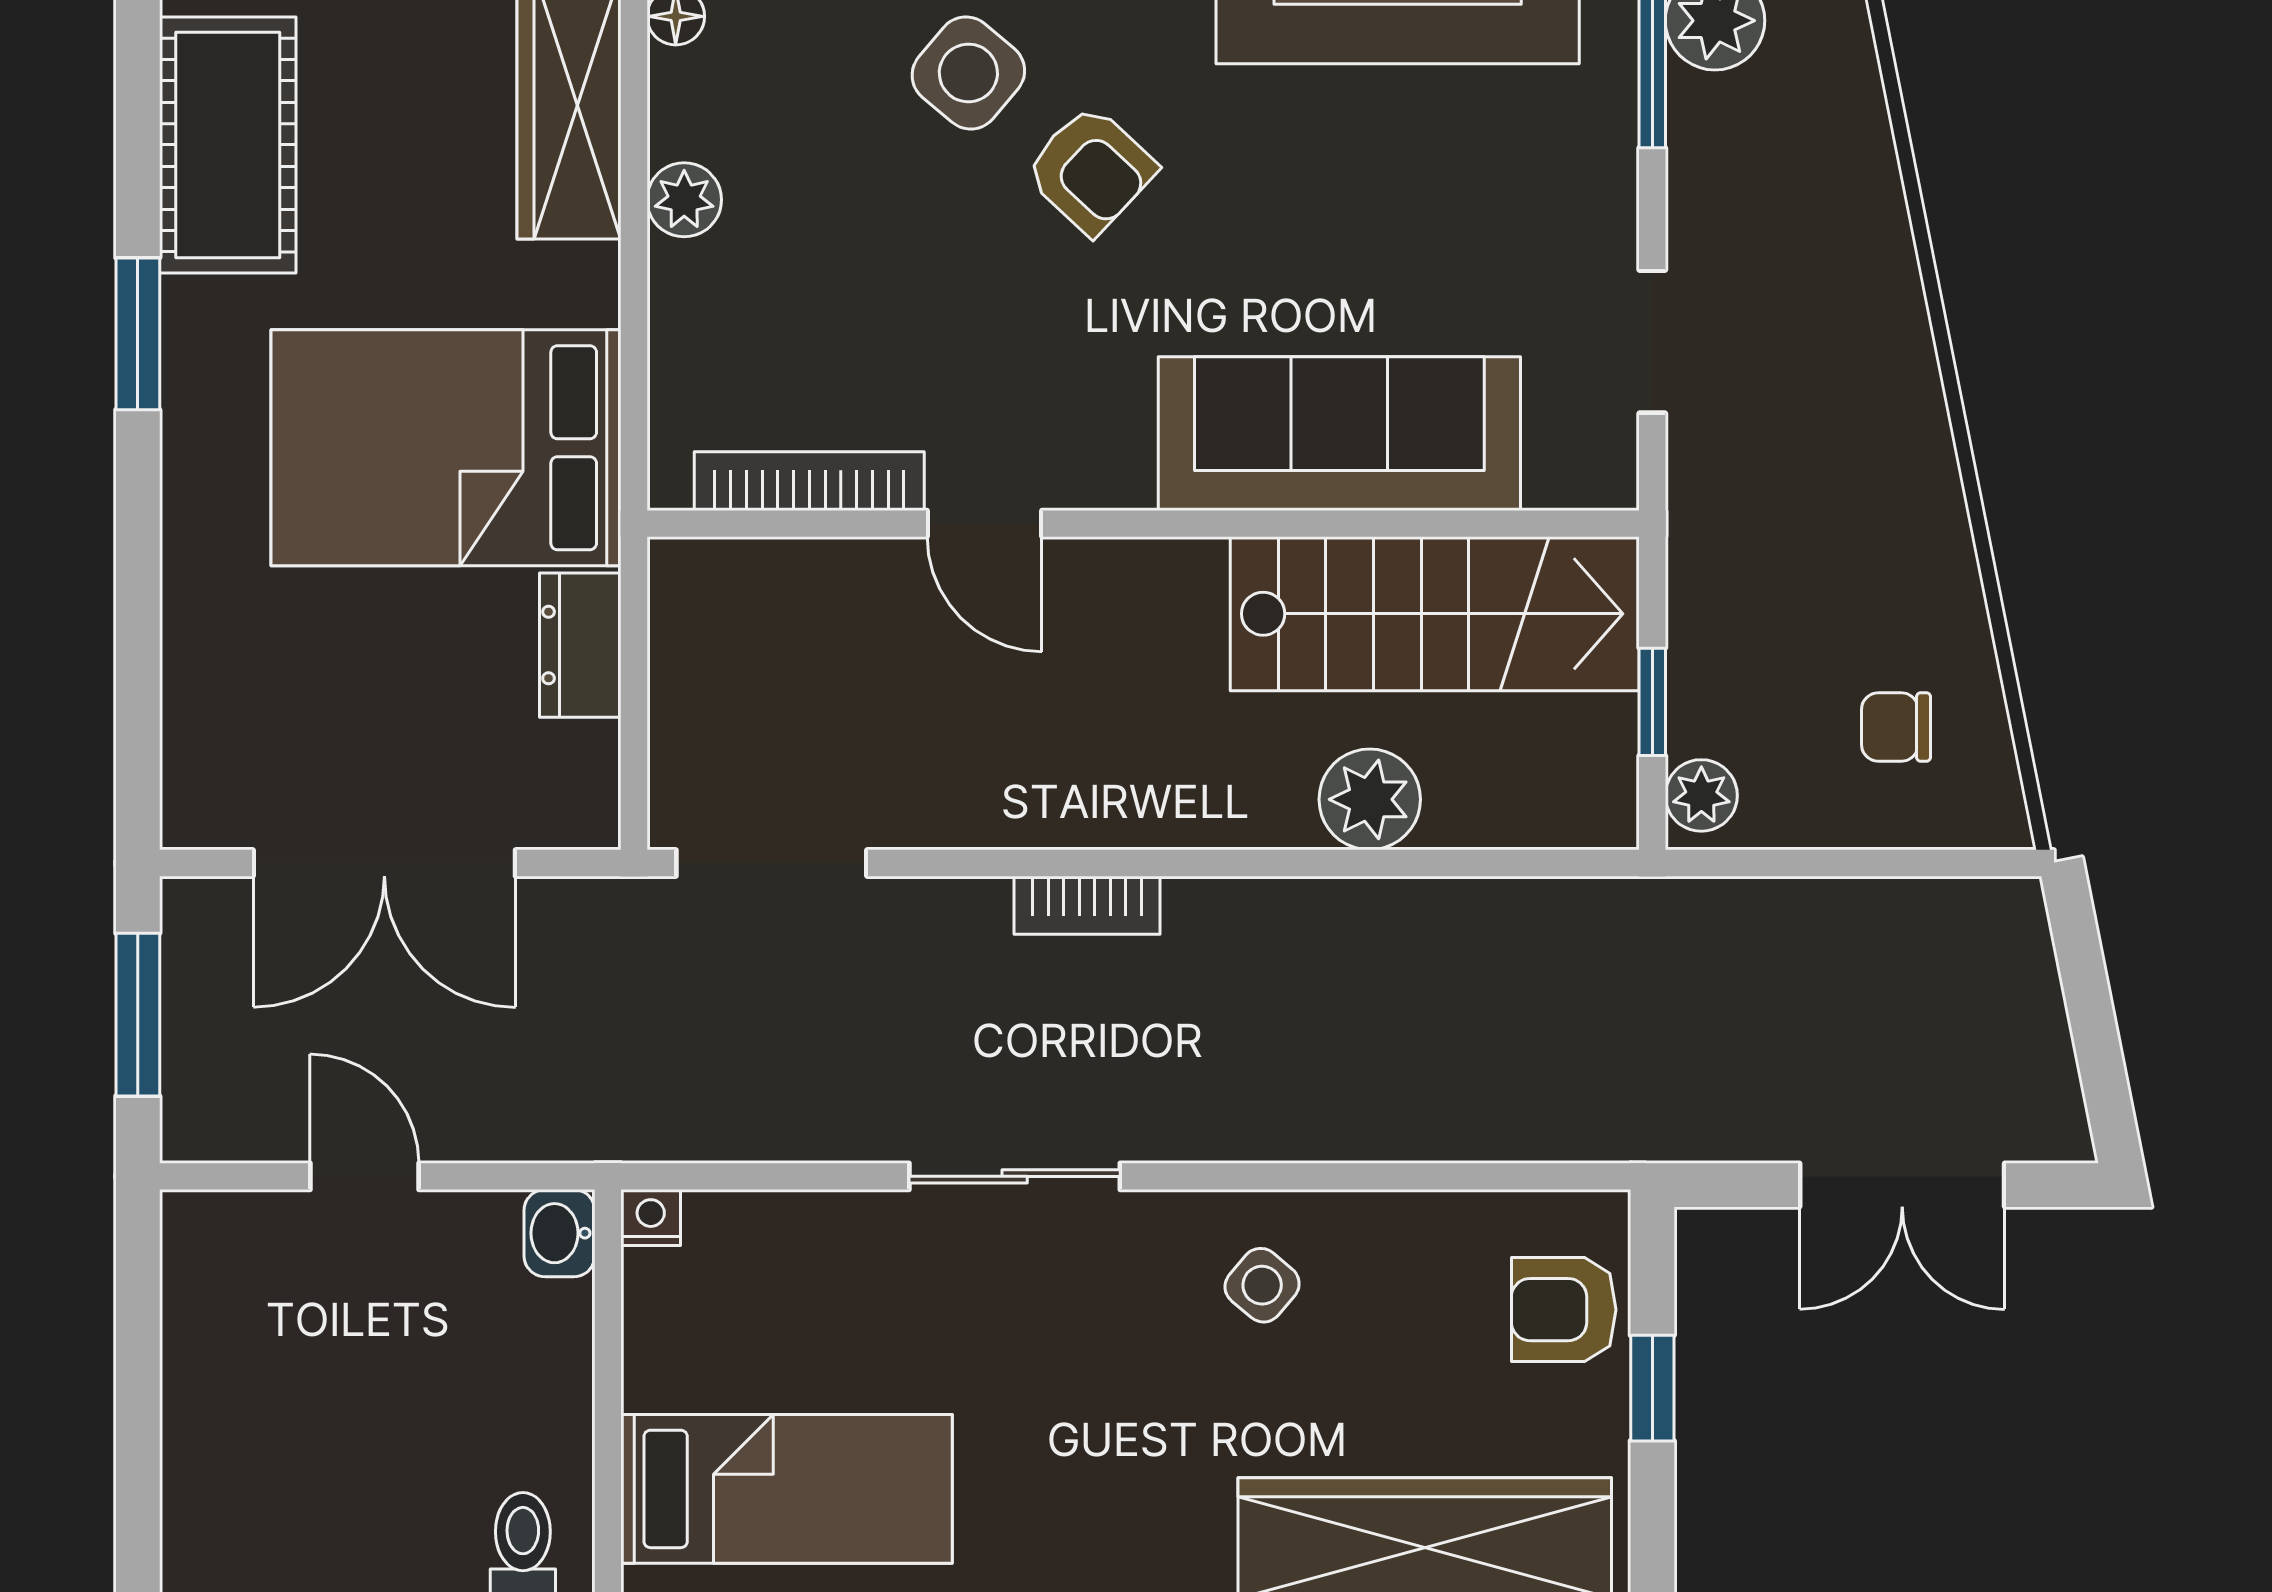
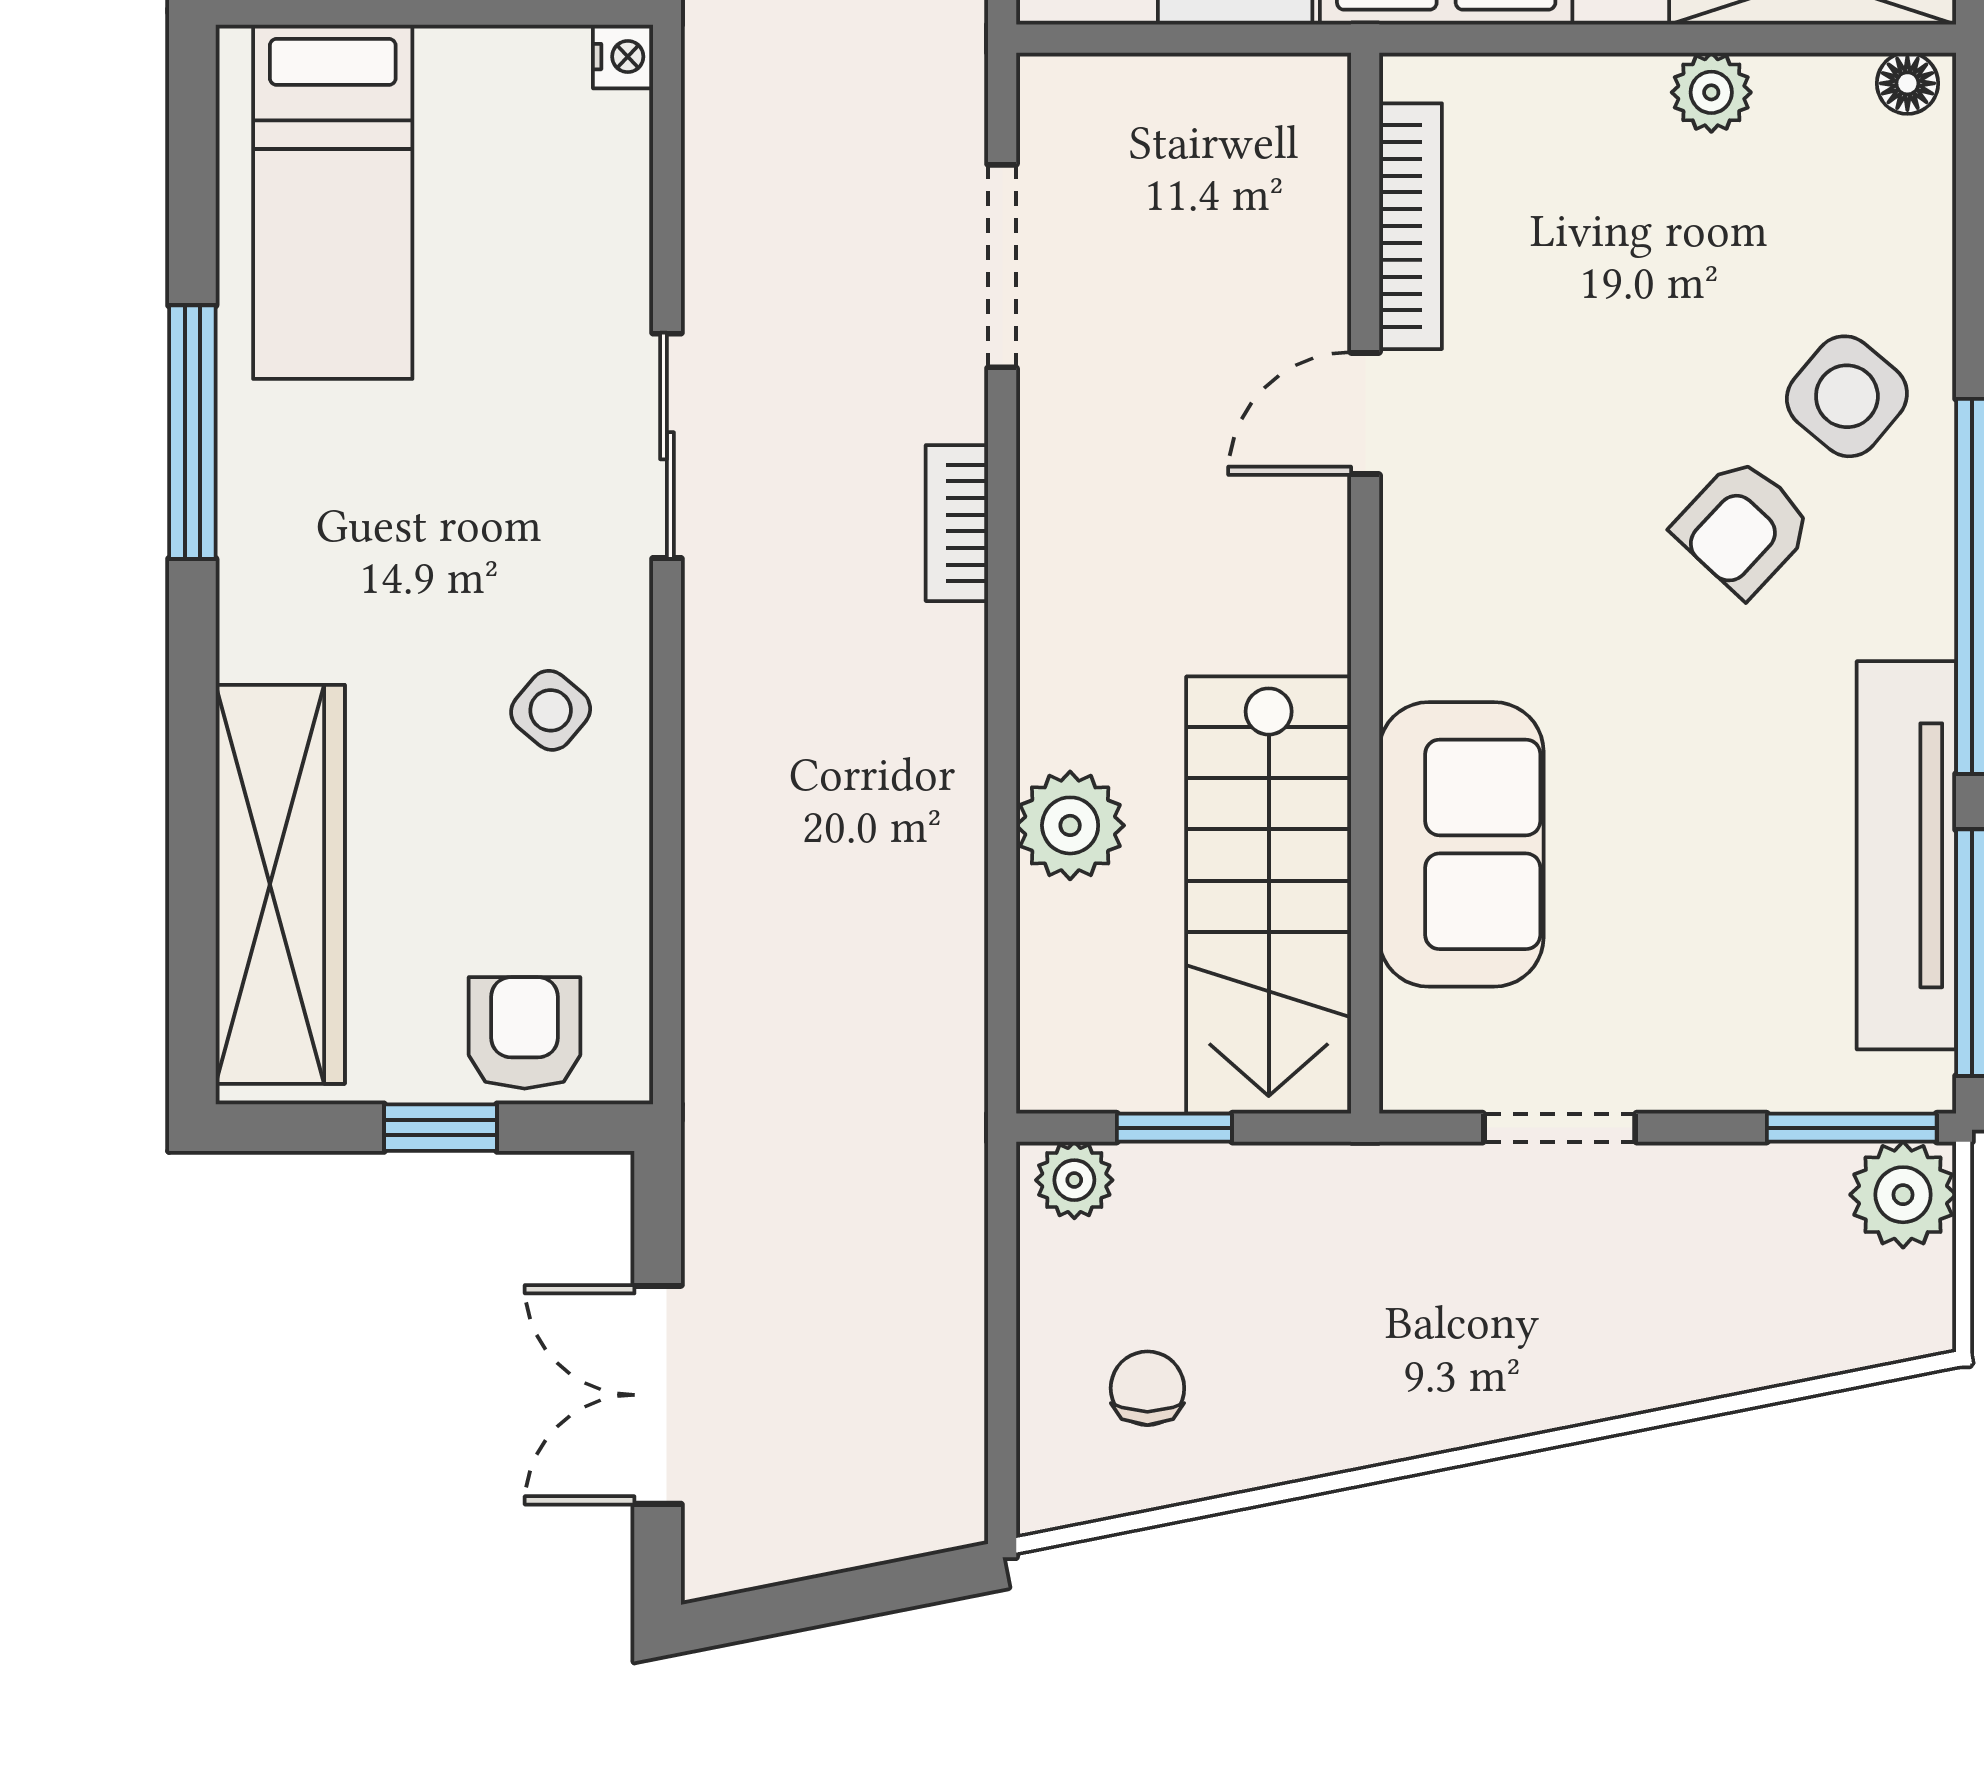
sofa: (1339, 434) -> (1461, 844), width x0.73
doorway: (771, 863) -> (1002, 266), moved

